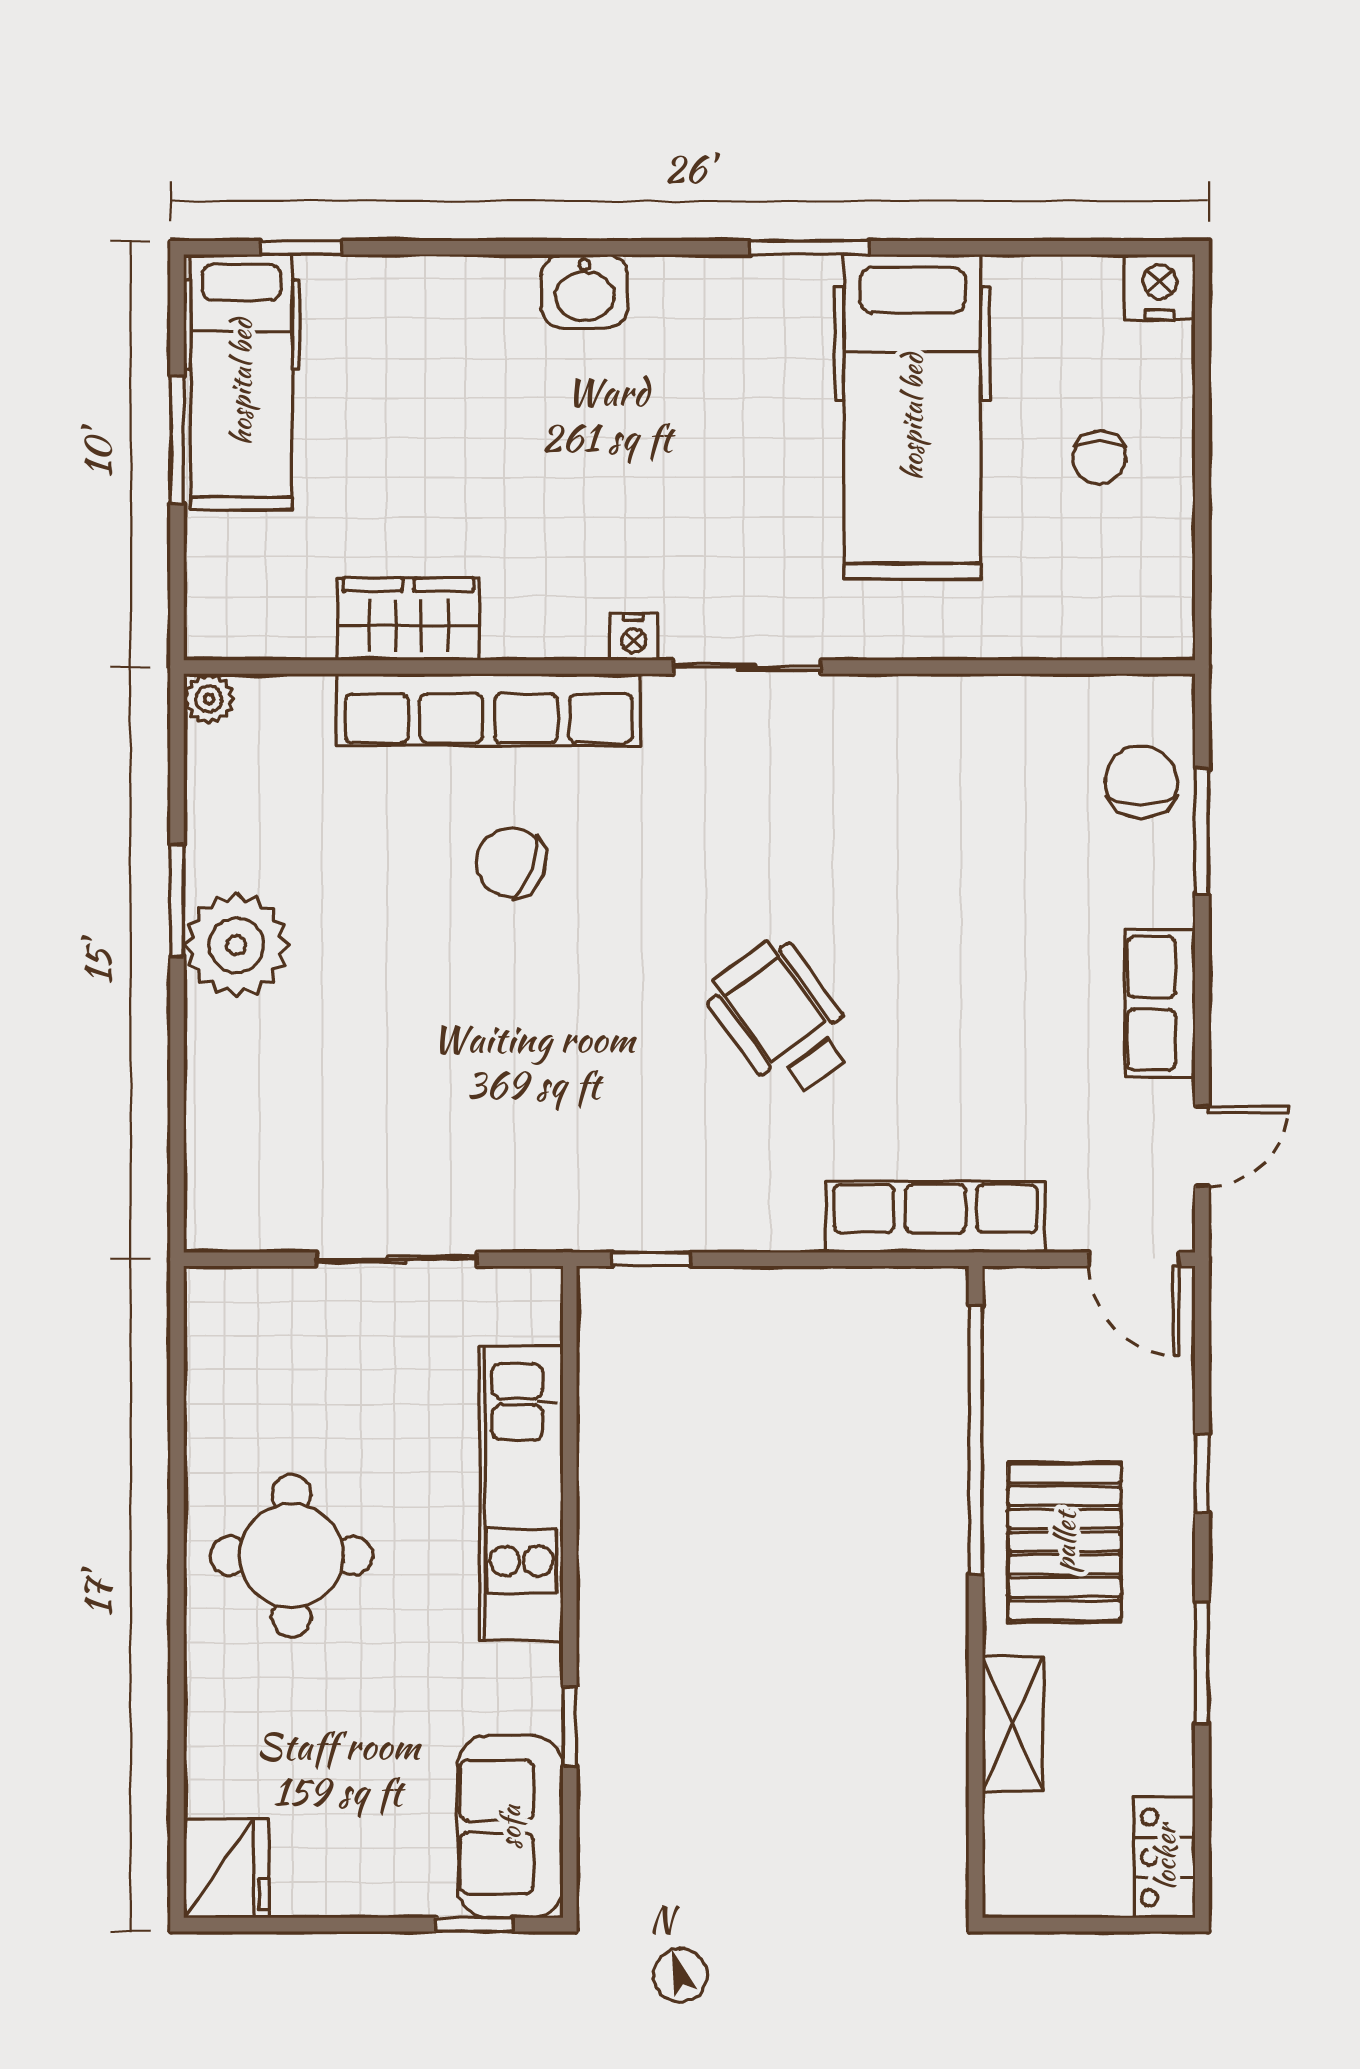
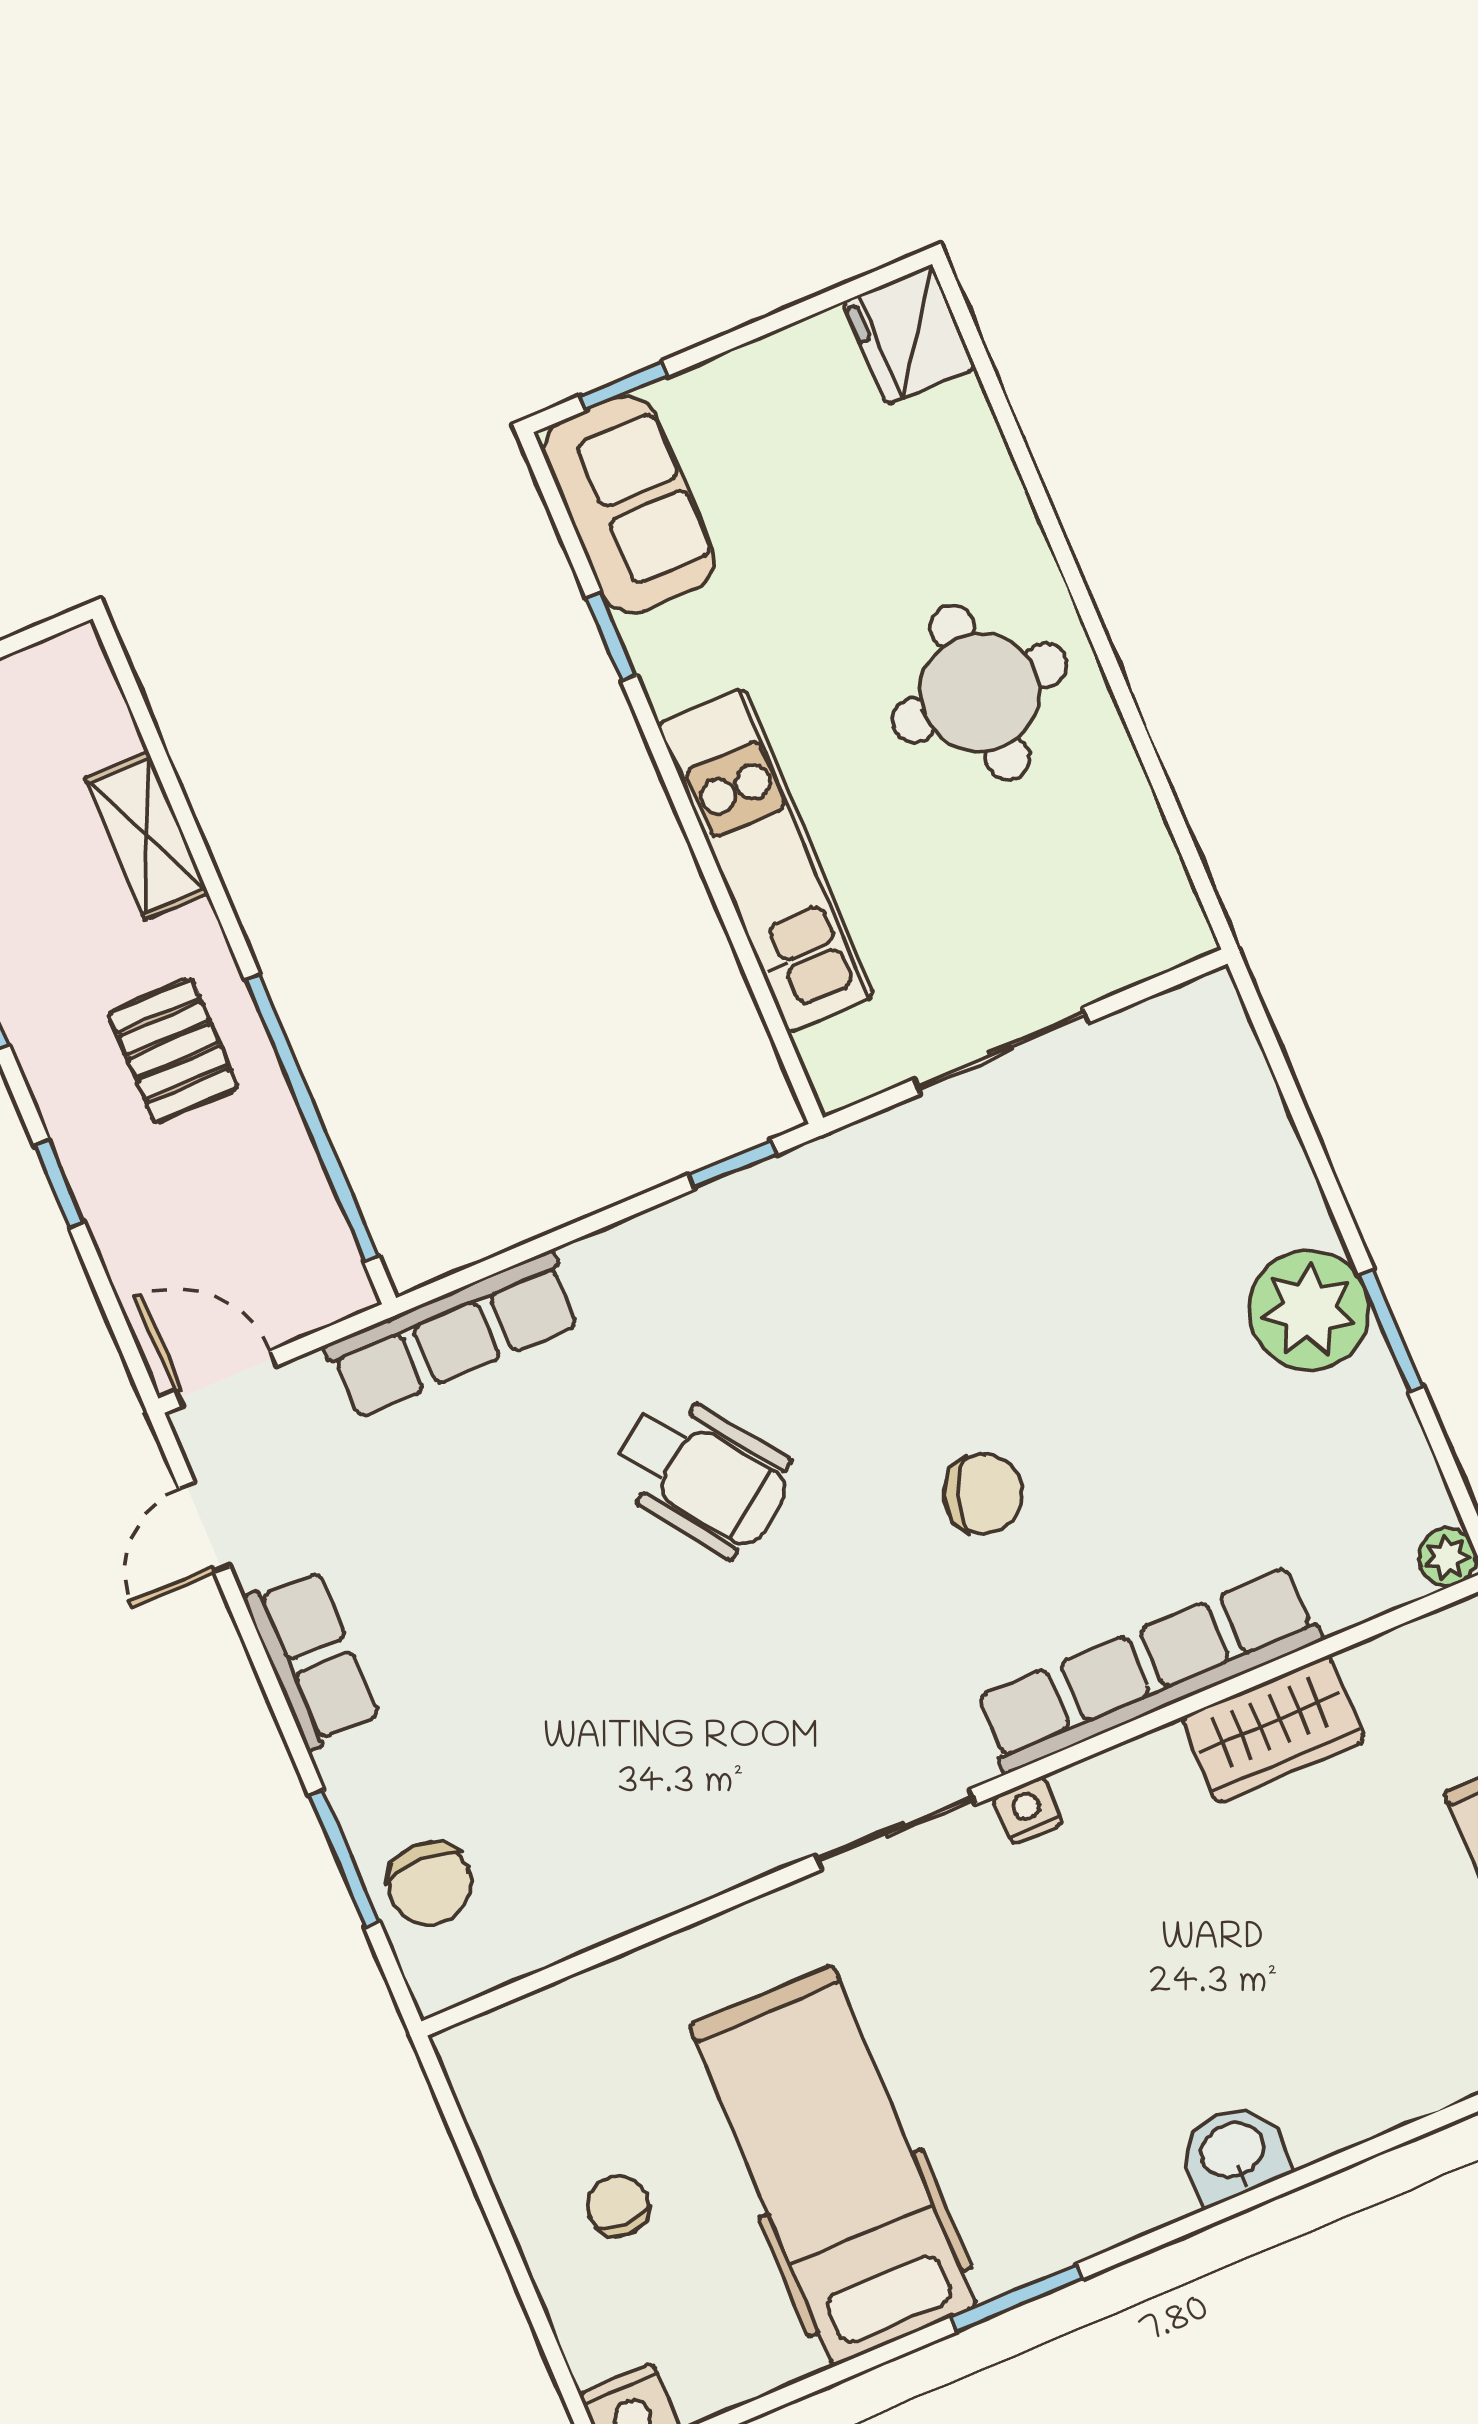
chair: (511, 862) -> (983, 1494), moved
pallet: (1065, 1542) -> (173, 1051), width x0.67, depth x0.71

